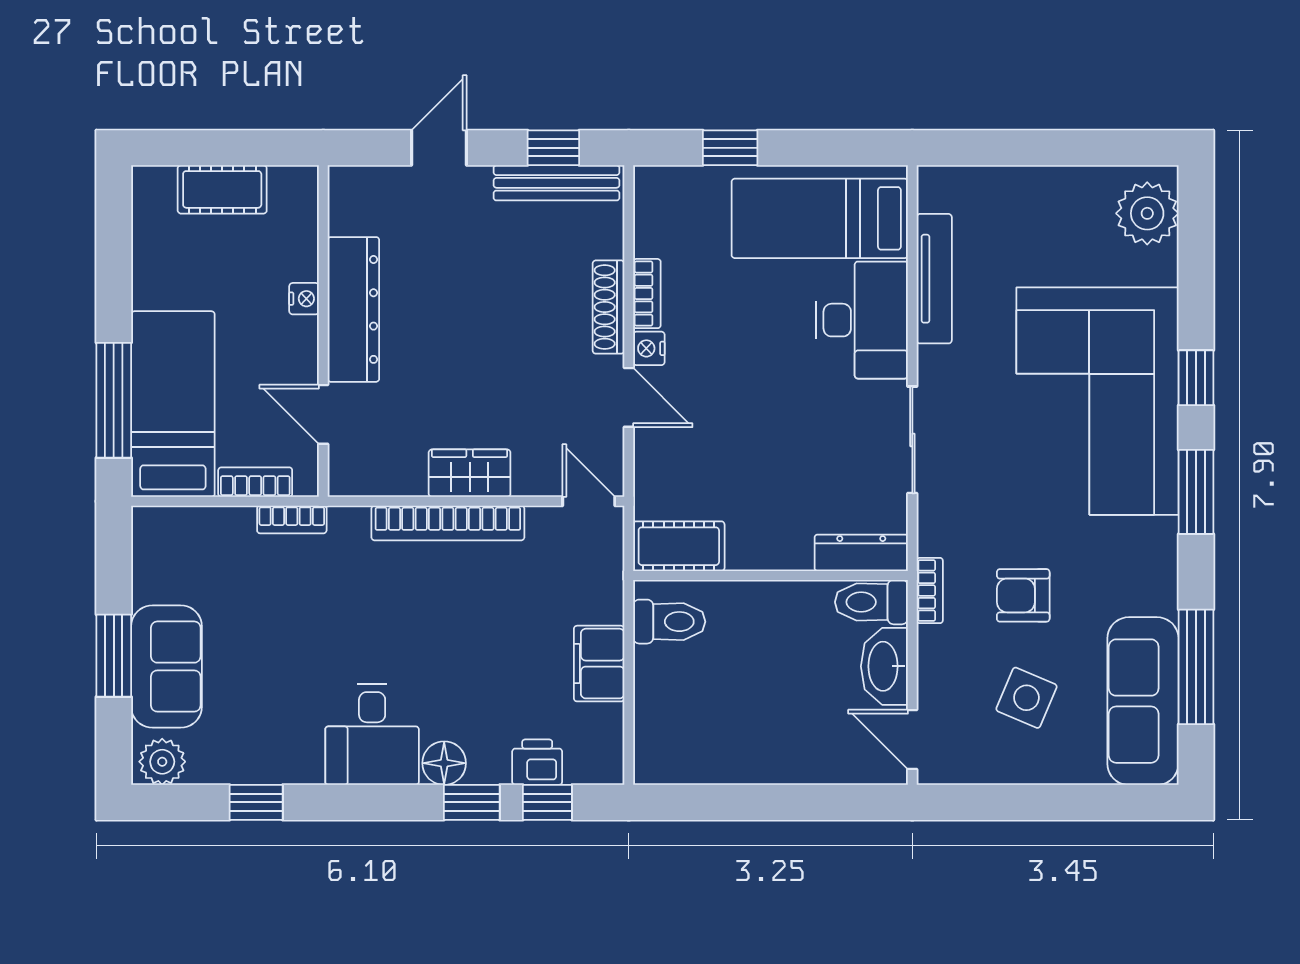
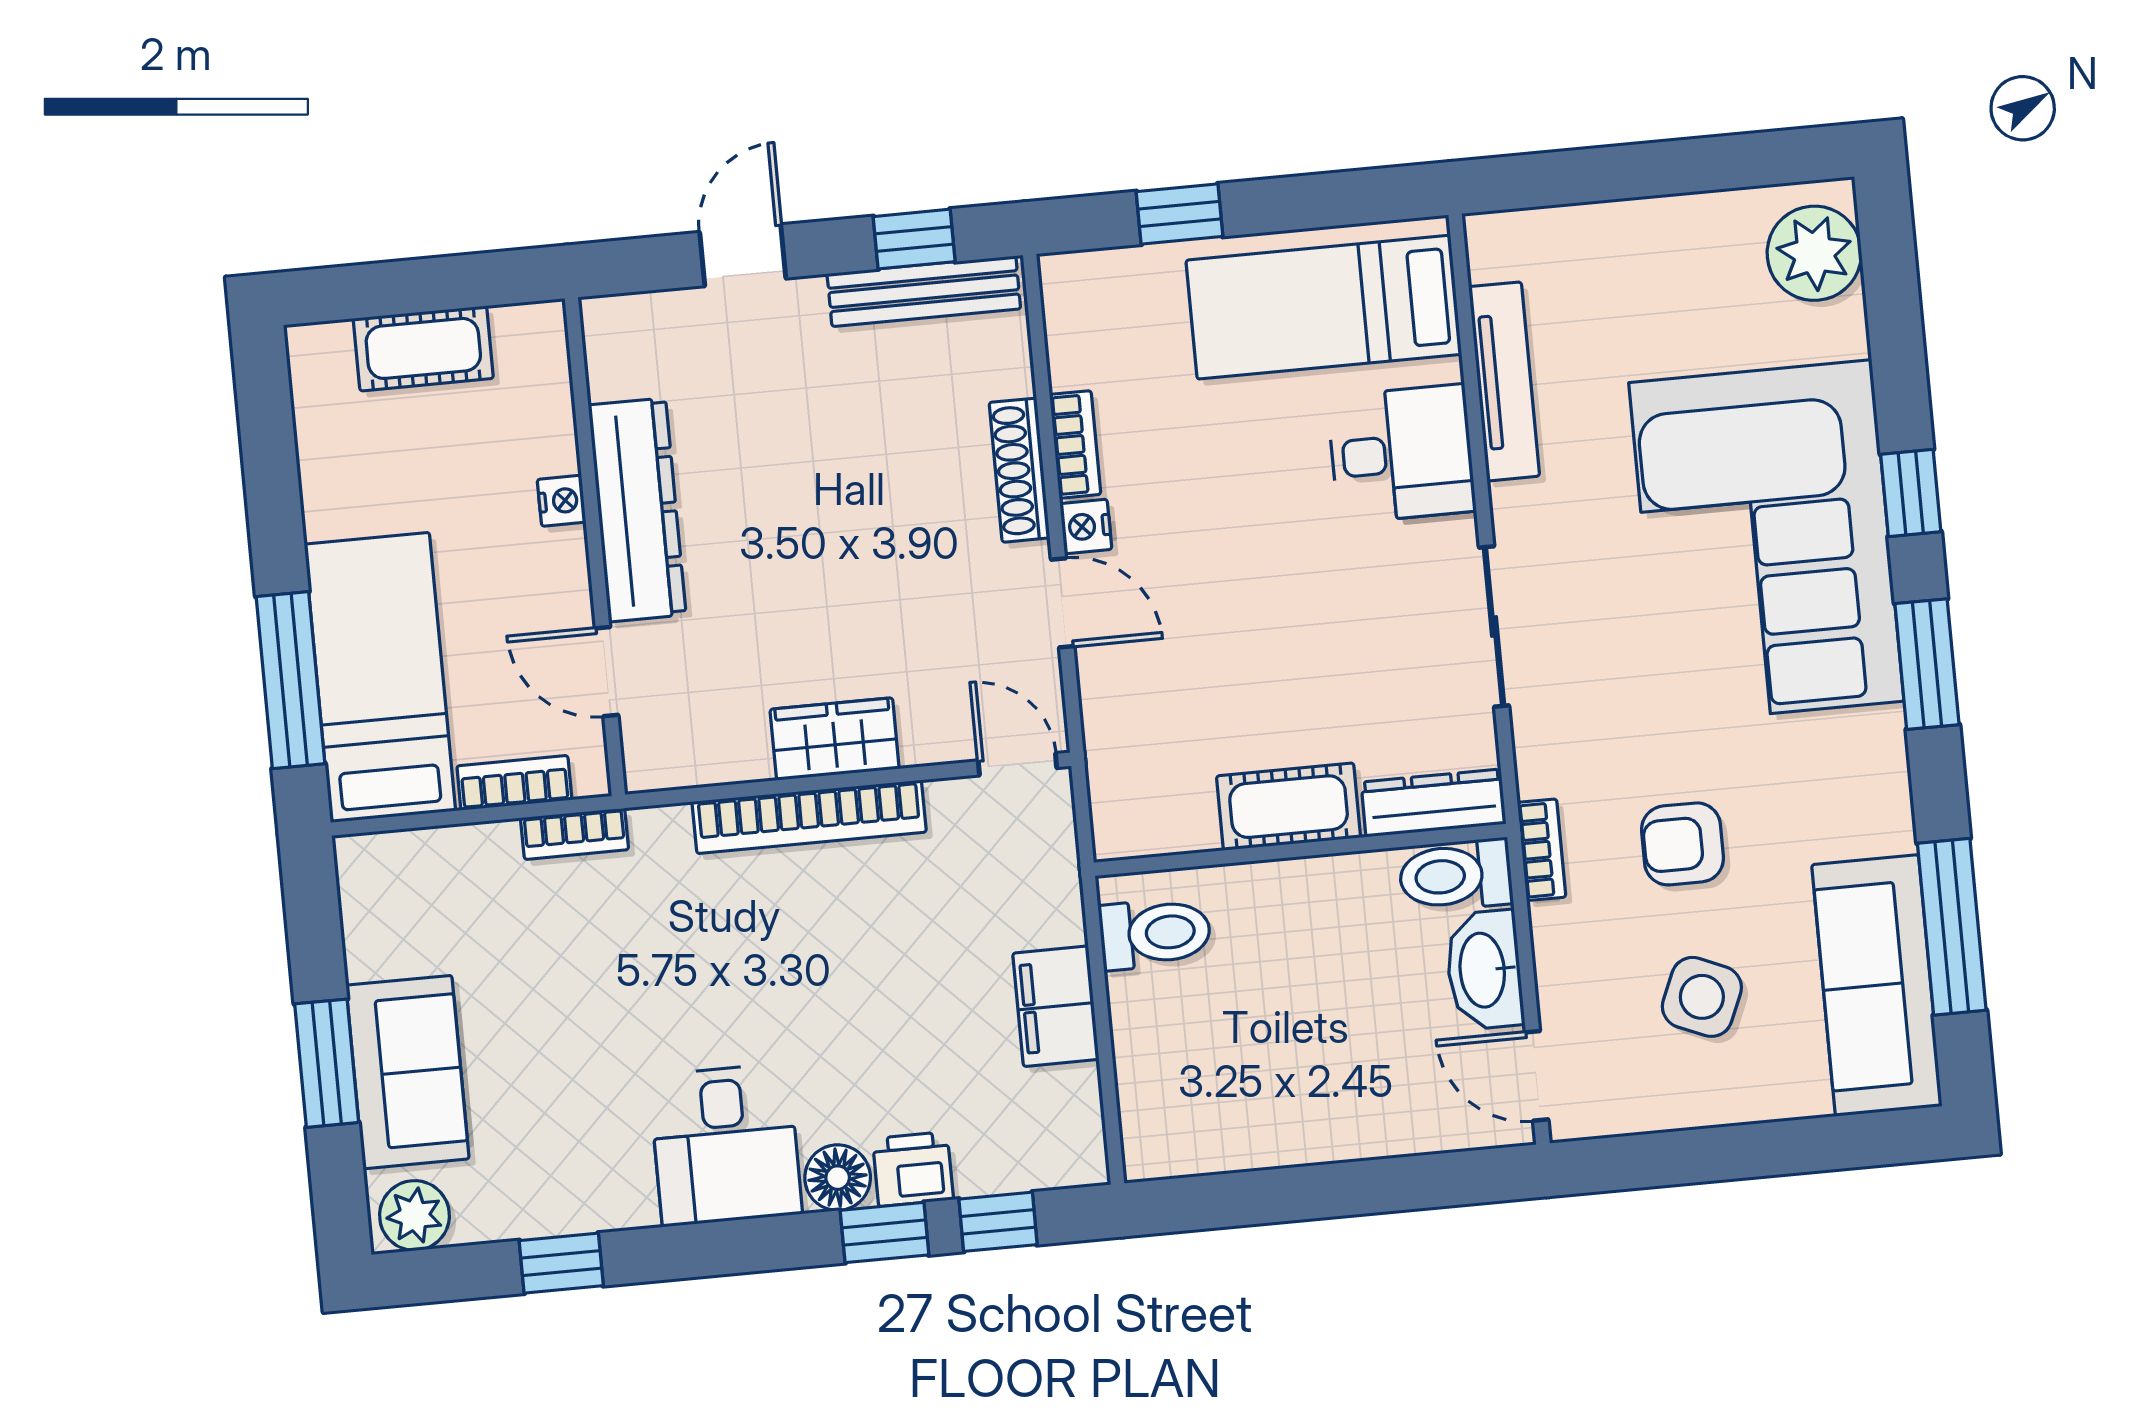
desk: (862, 320) -> (1402, 454), width x0.73
cot: (679, 546) -> (1289, 807), moved
printer: (537, 762) -> (913, 1169), moved

